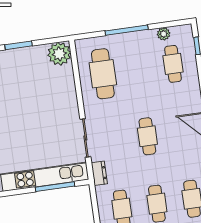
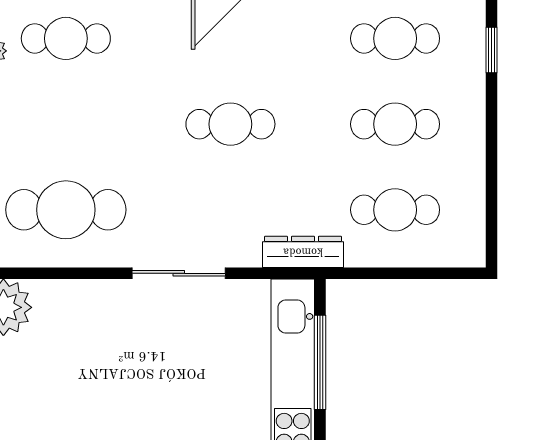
sliding door: (85, 138) -> (179, 273), moved
dresser: (99, 173) -> (303, 252), width x1.44

